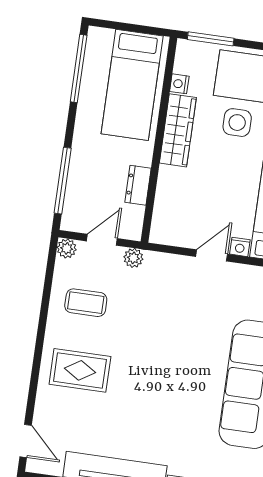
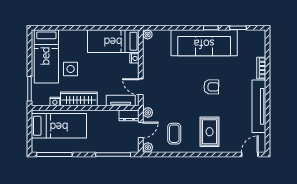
dresser: (138, 185) -> (129, 115), moved
tv unit: (163, 210) -> (121, 101), added
door: (102, 240) -> (141, 130), swing flipped
door: (212, 255) -> (141, 87), moved
armchair: (165, 386) -> (211, 87), added

